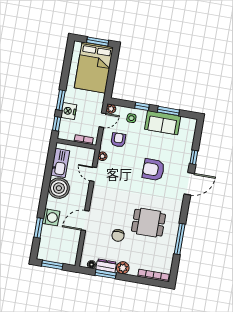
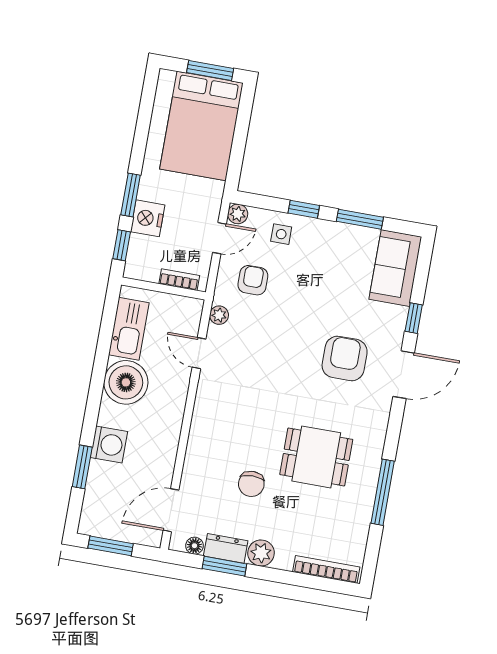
sofa: (163, 123) -> (395, 268), moved, turned 90
armchair: (153, 170) -> (345, 358), moved, turned 90
door: (85, 221) -> (171, 510), moved

